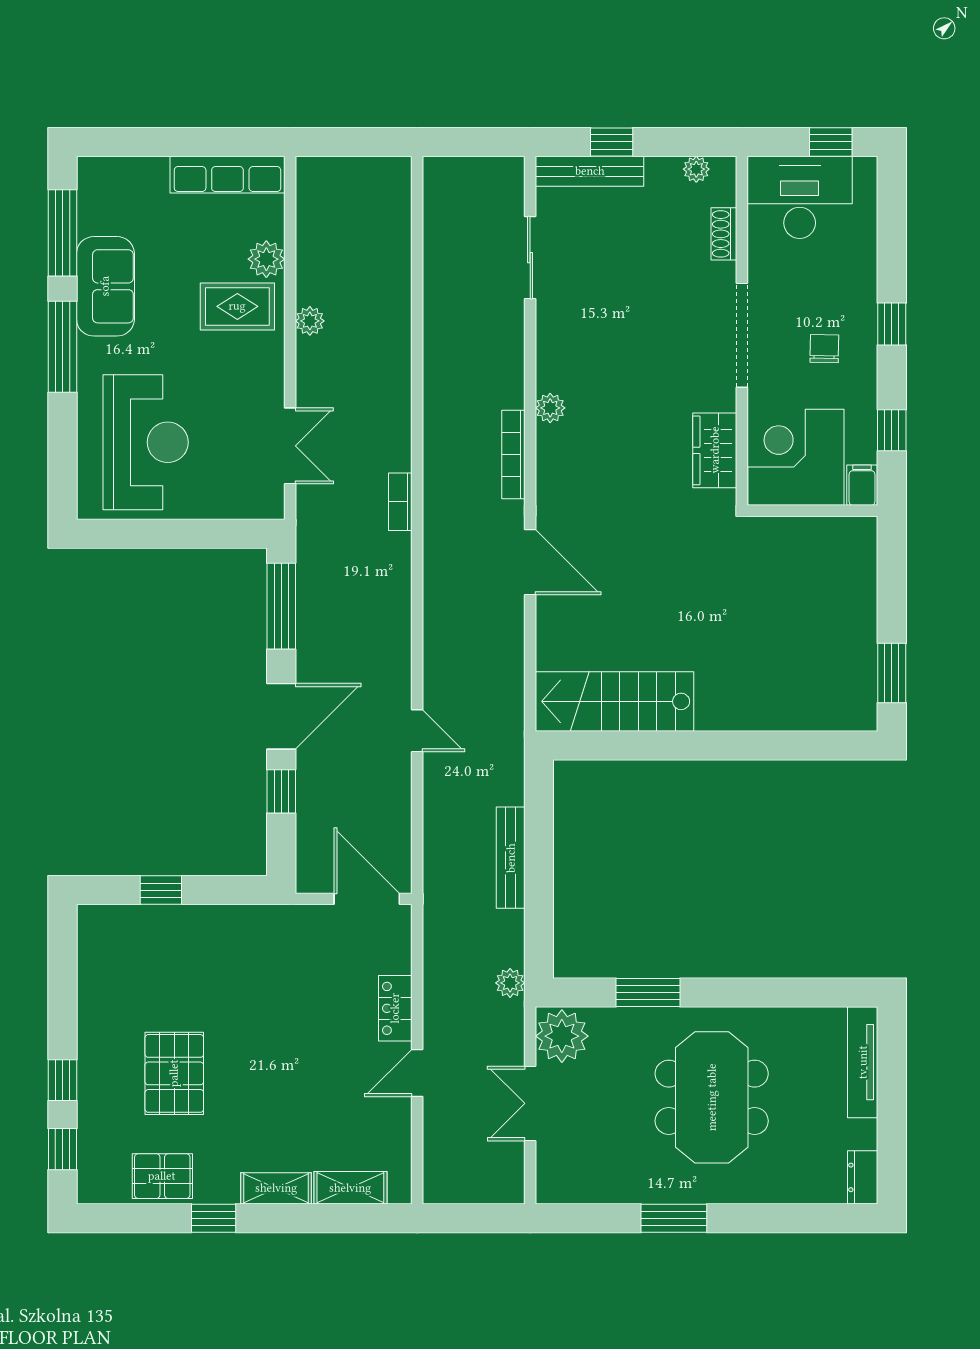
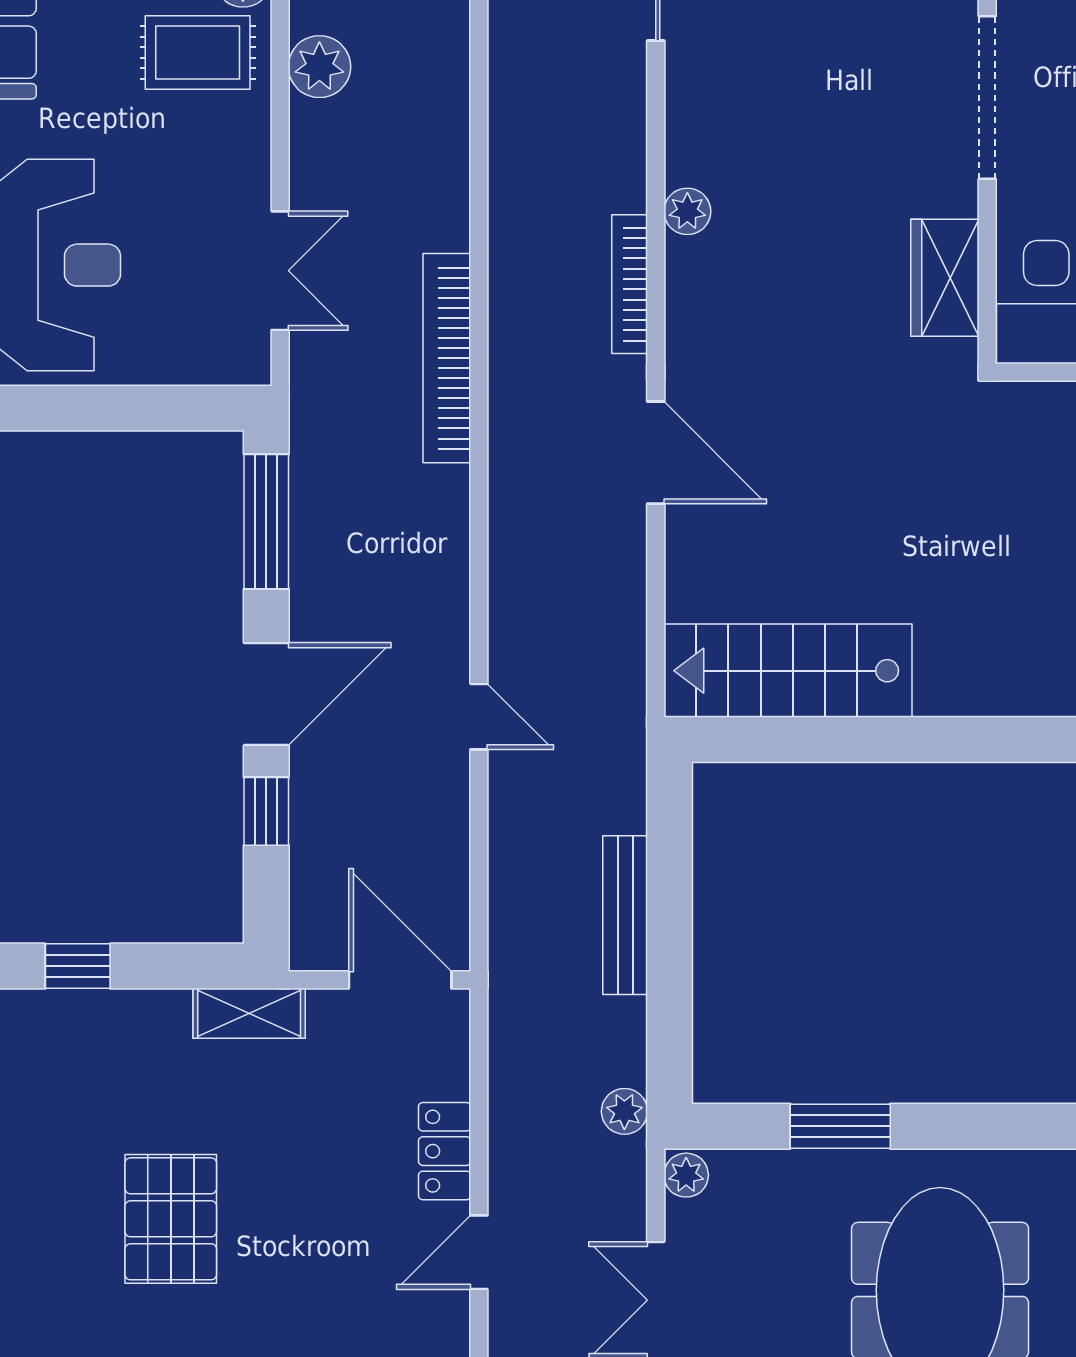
plant: (310, 321) -> (319, 67), width x1.38, depth x1.38
bookcase: (400, 502) -> (447, 358), width x2.31, depth x1.31
shelving: (270, 920) -> (249, 1013), added
plant: (562, 1036) -> (686, 1175), width x0.53, depth x0.53
pallet: (174, 1073) -> (171, 1219), moved

